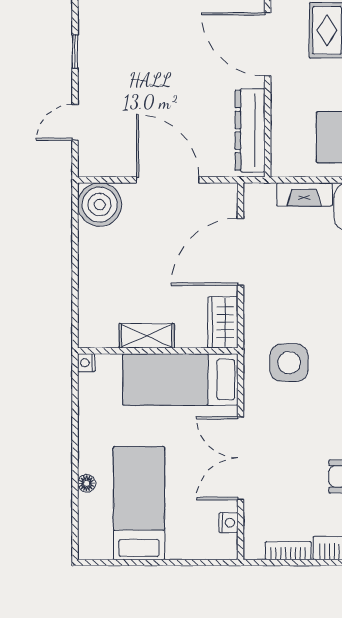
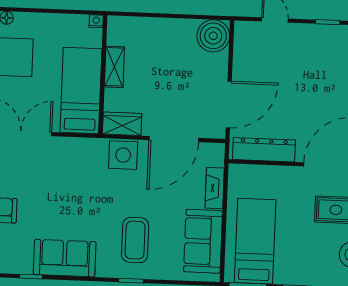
door: (168, 180) -> (229, 105), moved
door: (241, 252) -> (174, 139), swing flipped
side table: (289, 363) -> (123, 155), moved

